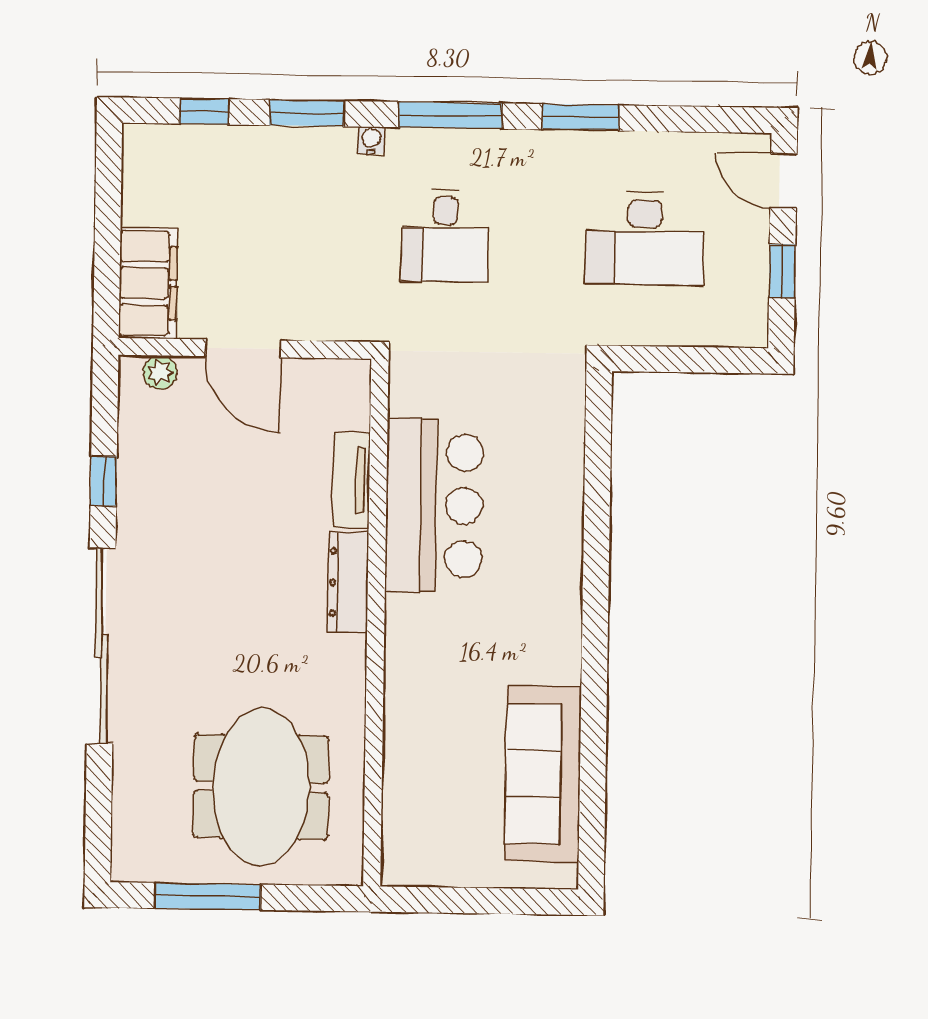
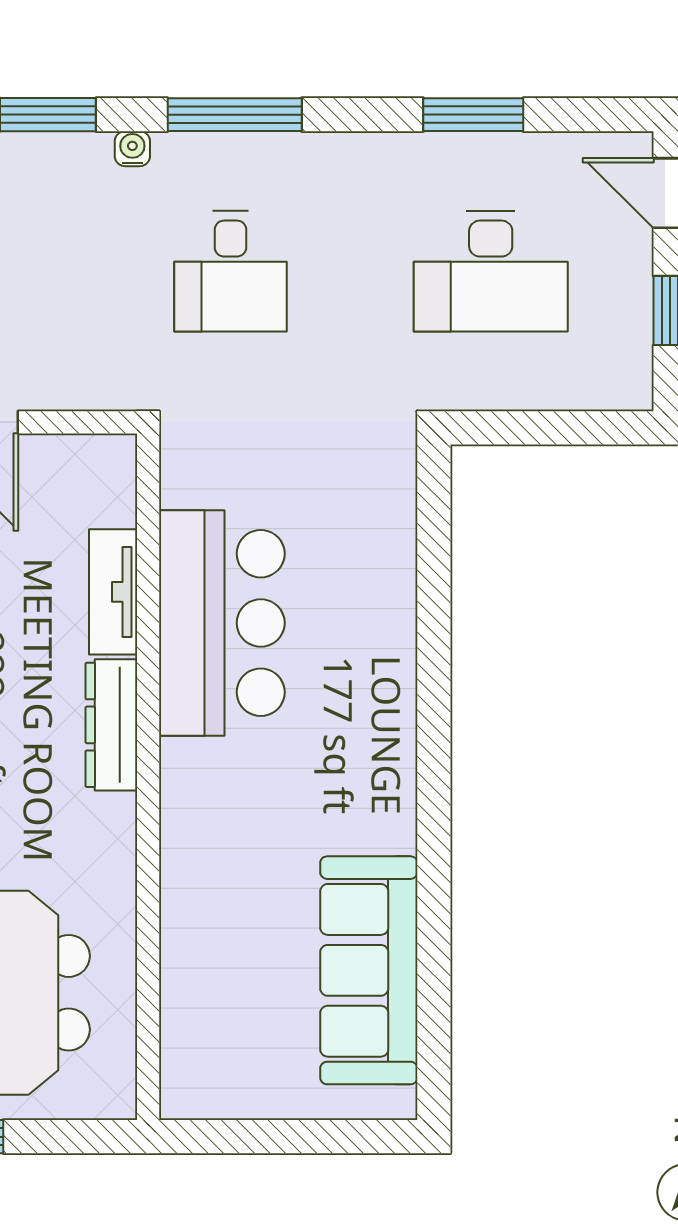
window: (581, 117) -> (473, 115), moved

